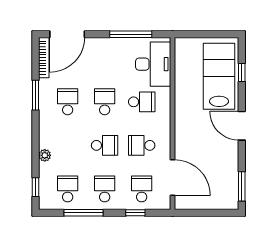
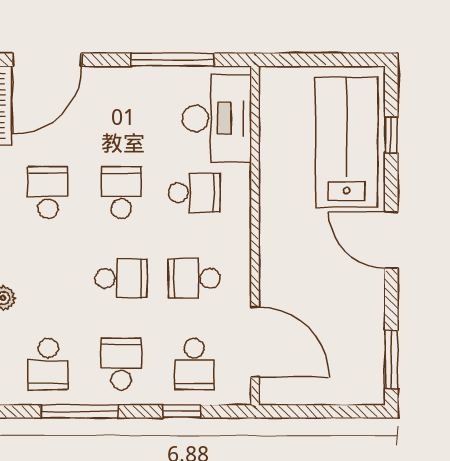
school desk: (68, 189) -> (48, 364), turned 180
school desk: (142, 189) -> (194, 364), turned 180

